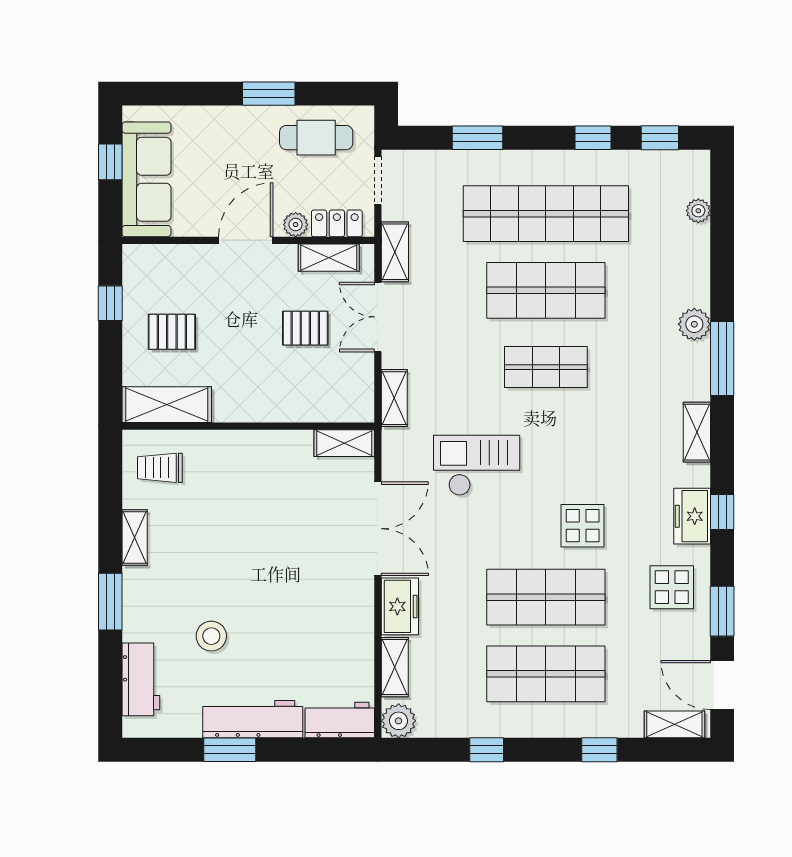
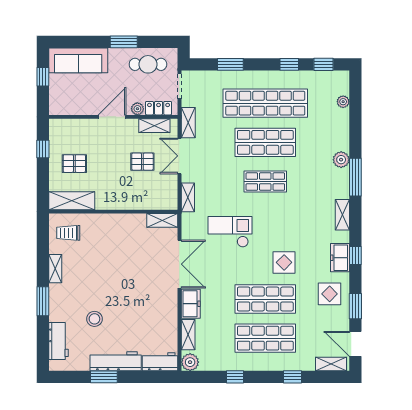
sofa: (146, 179) -> (78, 60), moved, turned 90

